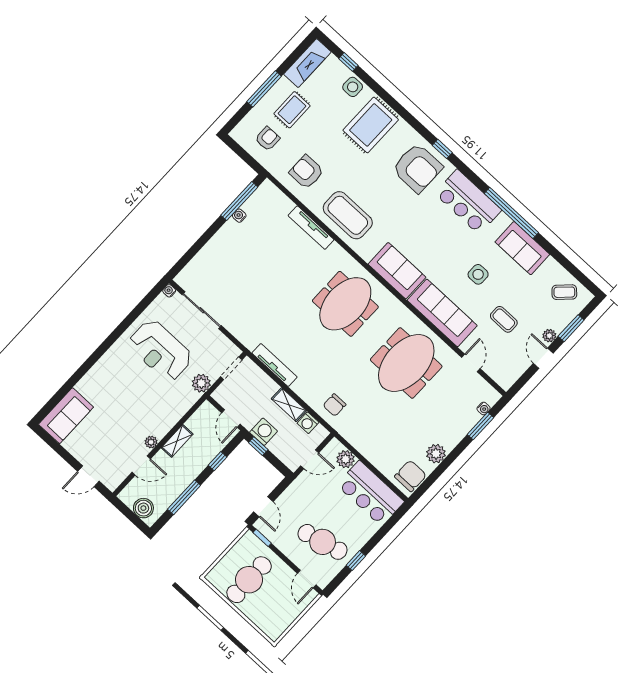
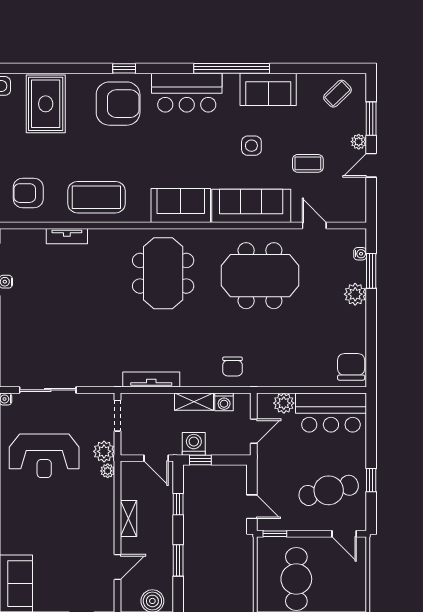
tv unit: (311, 228) -> (67, 236), width x0.71
door: (543, 358) -> (371, 165), hinge flipped
meeting table: (406, 363) -> (260, 276), turned 90
plant: (151, 442) -> (108, 471), moved
plant: (436, 454) -> (355, 294), moved
window: (184, 497) -> (178, 560), width x0.69

